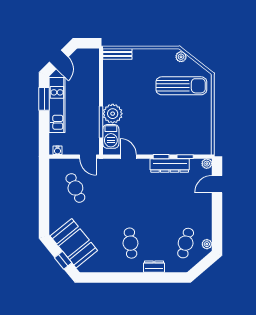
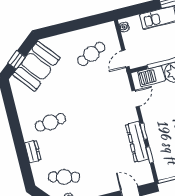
plant: (207, 164) -> (148, 178), removed

